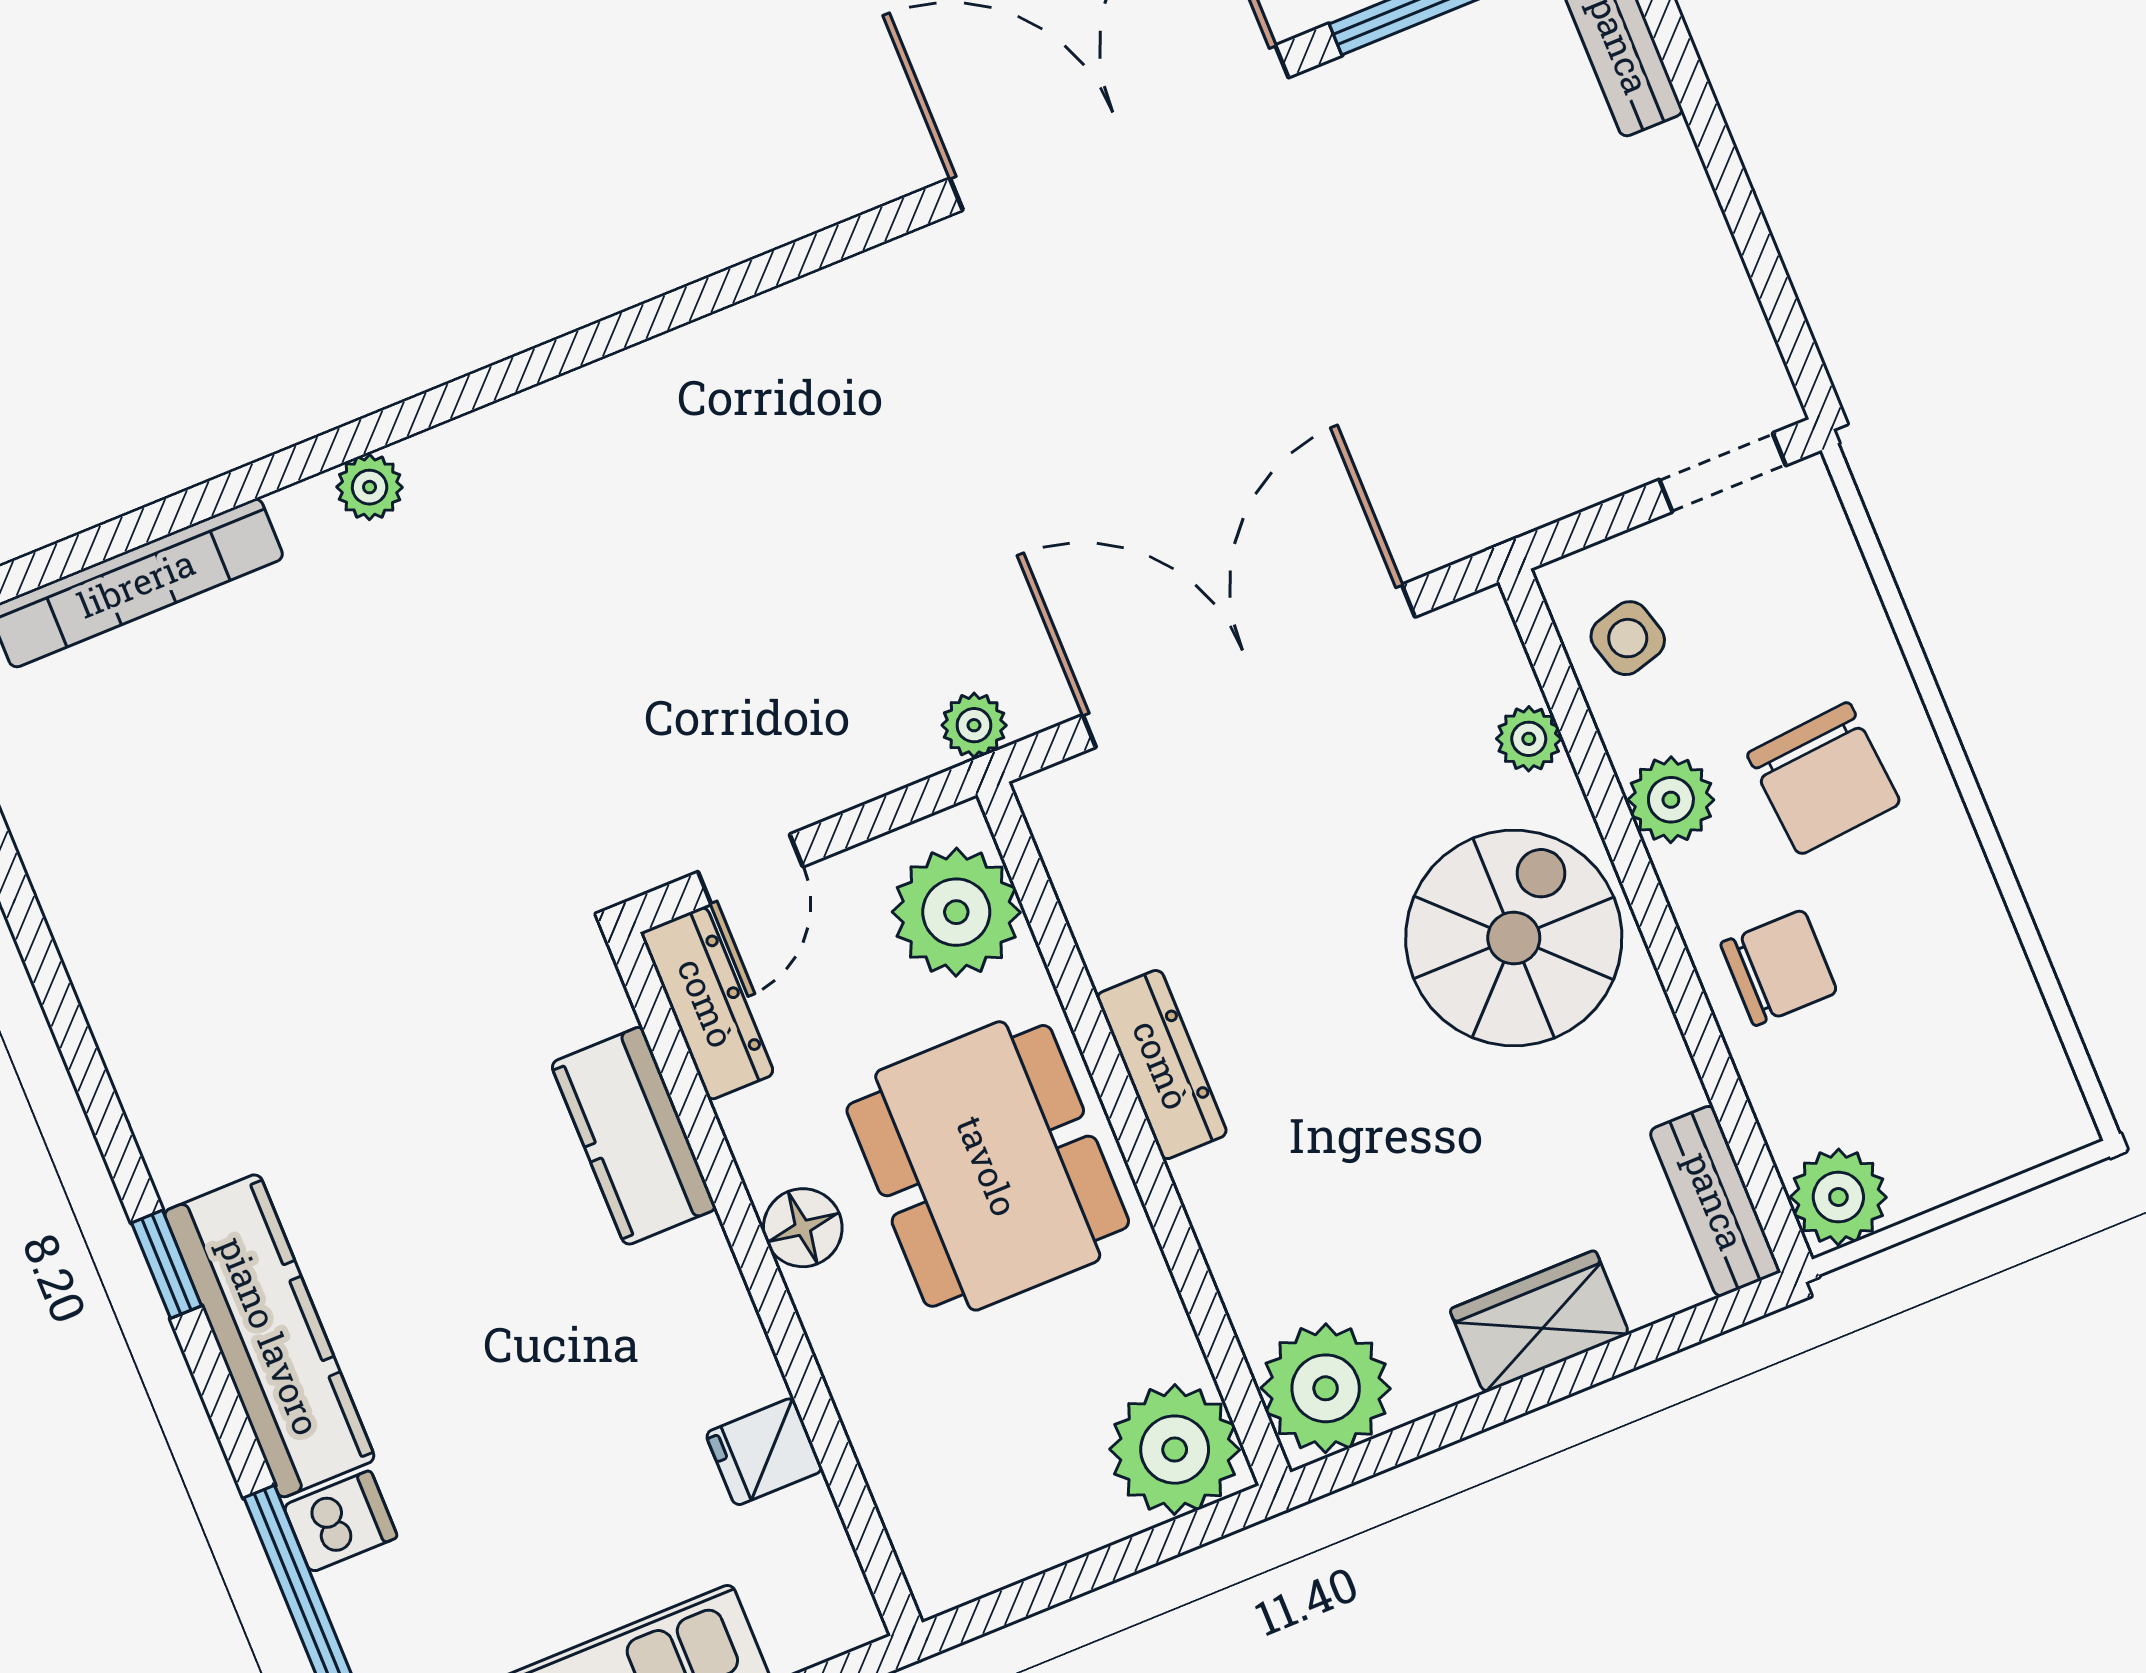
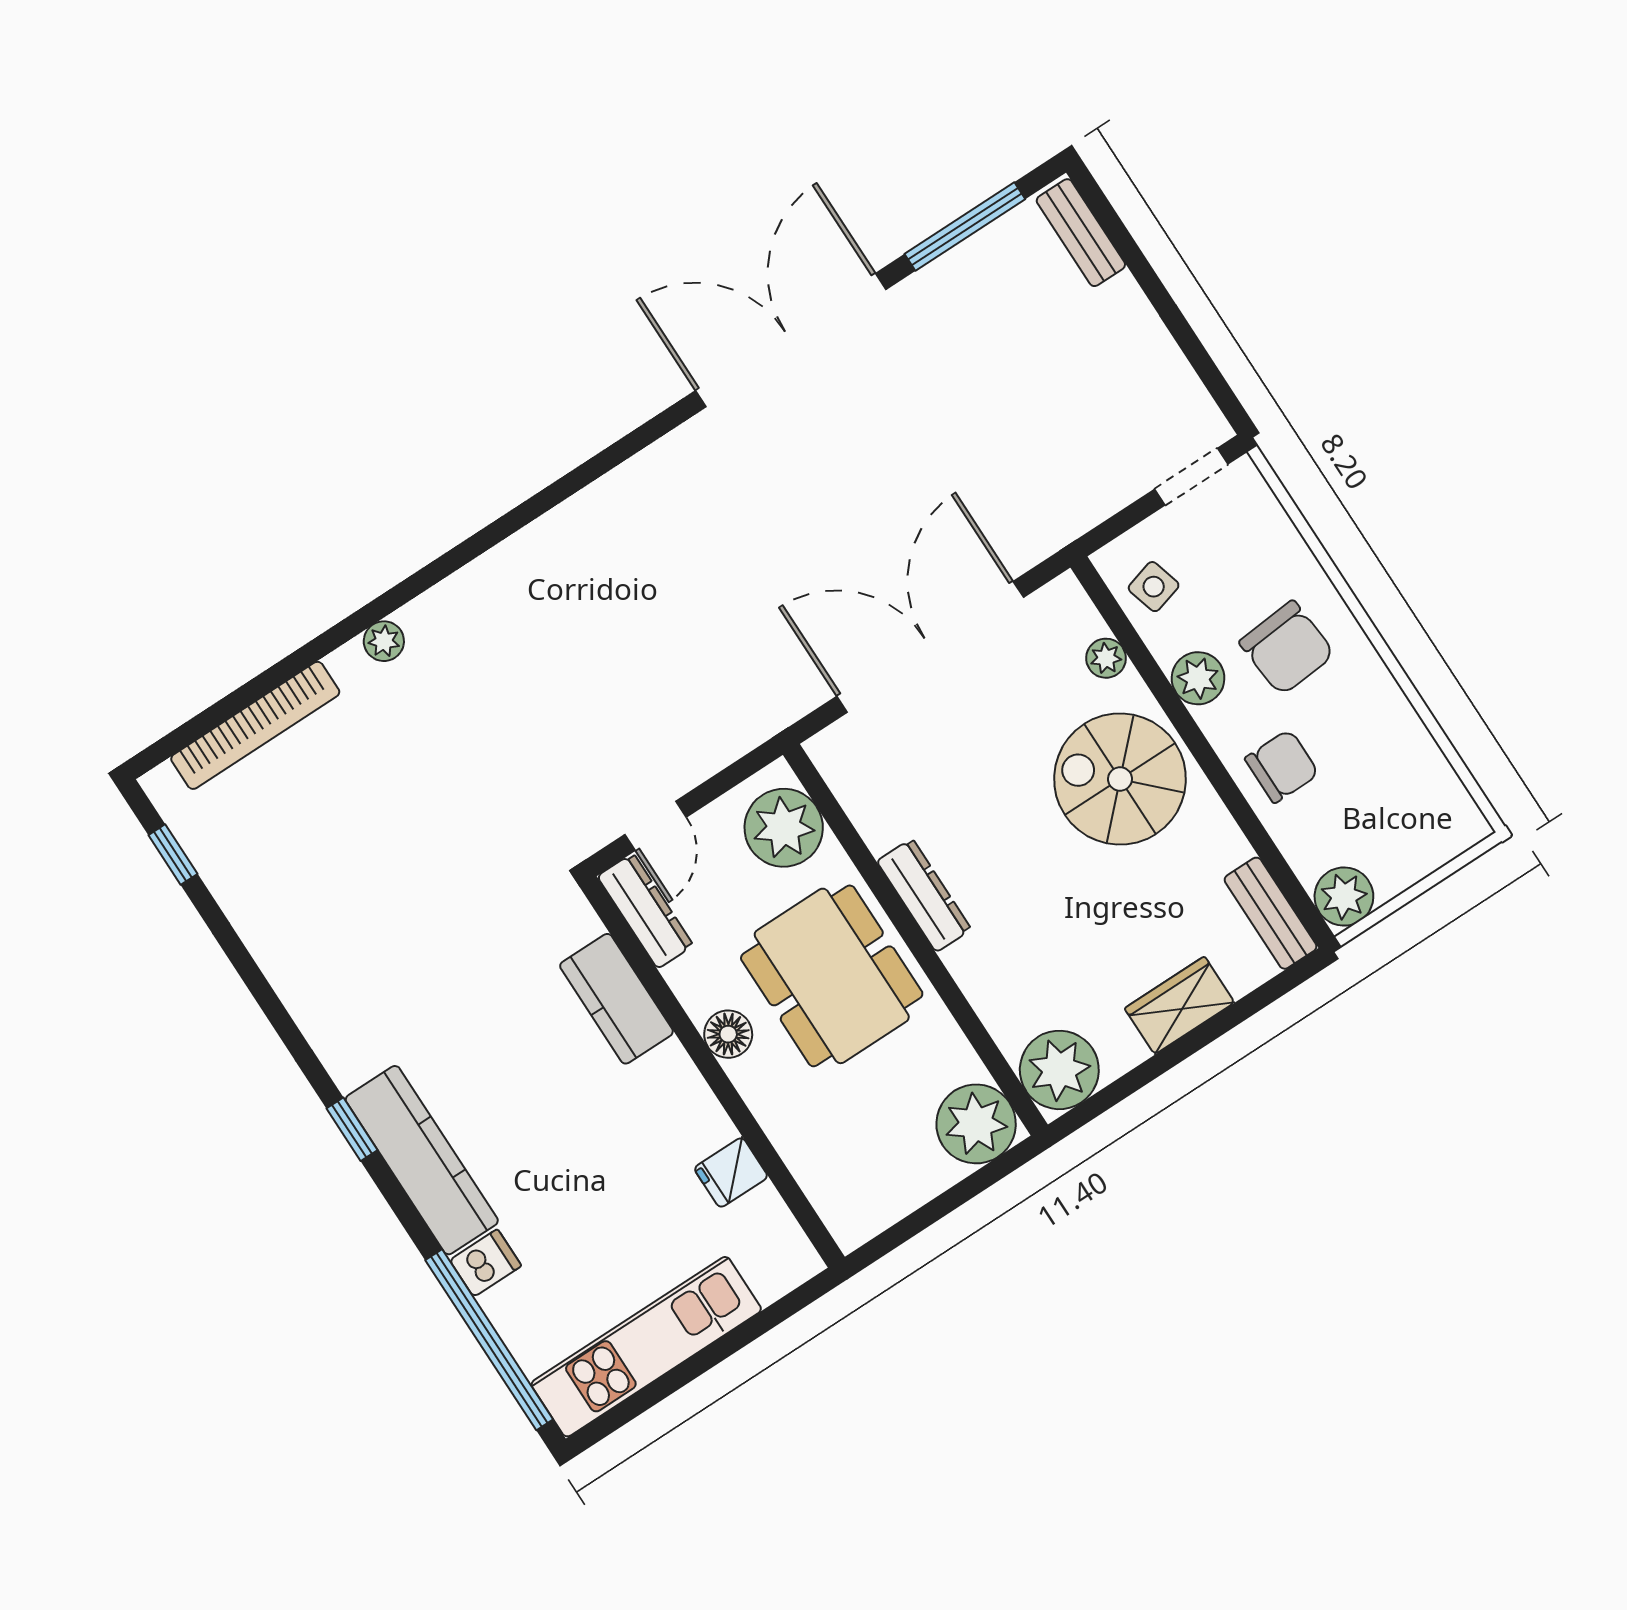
plant: (974, 725) -> (773, 714), removed
spiral stairs: (1514, 938) -> (1120, 779), turned -90

